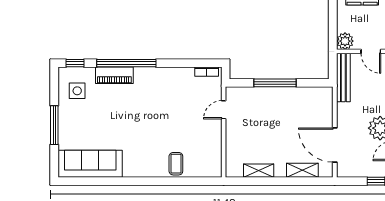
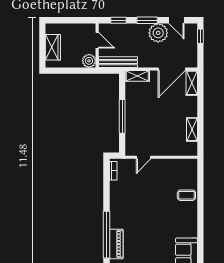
door: (371, 51) -> (97, 40), hinge flipped
shelving: (326, 102) -> (137, 76), added
door: (224, 110) -> (144, 157), hinge flipped
shelving: (302, 170) -> (192, 83), moved

